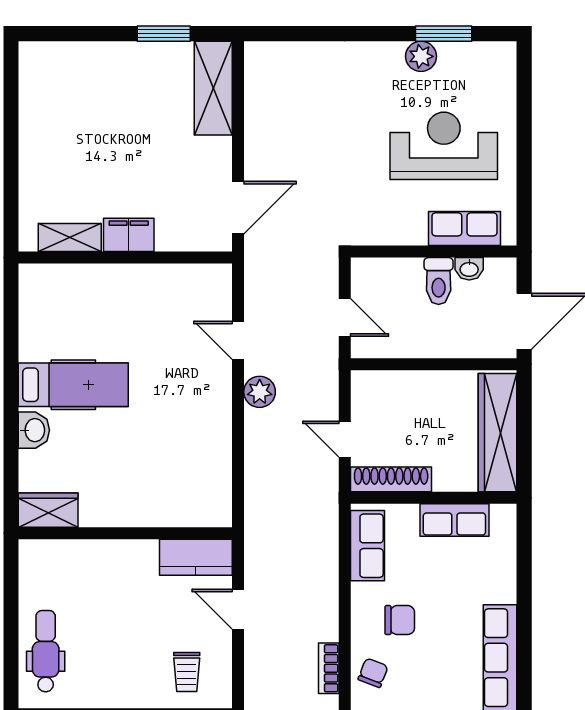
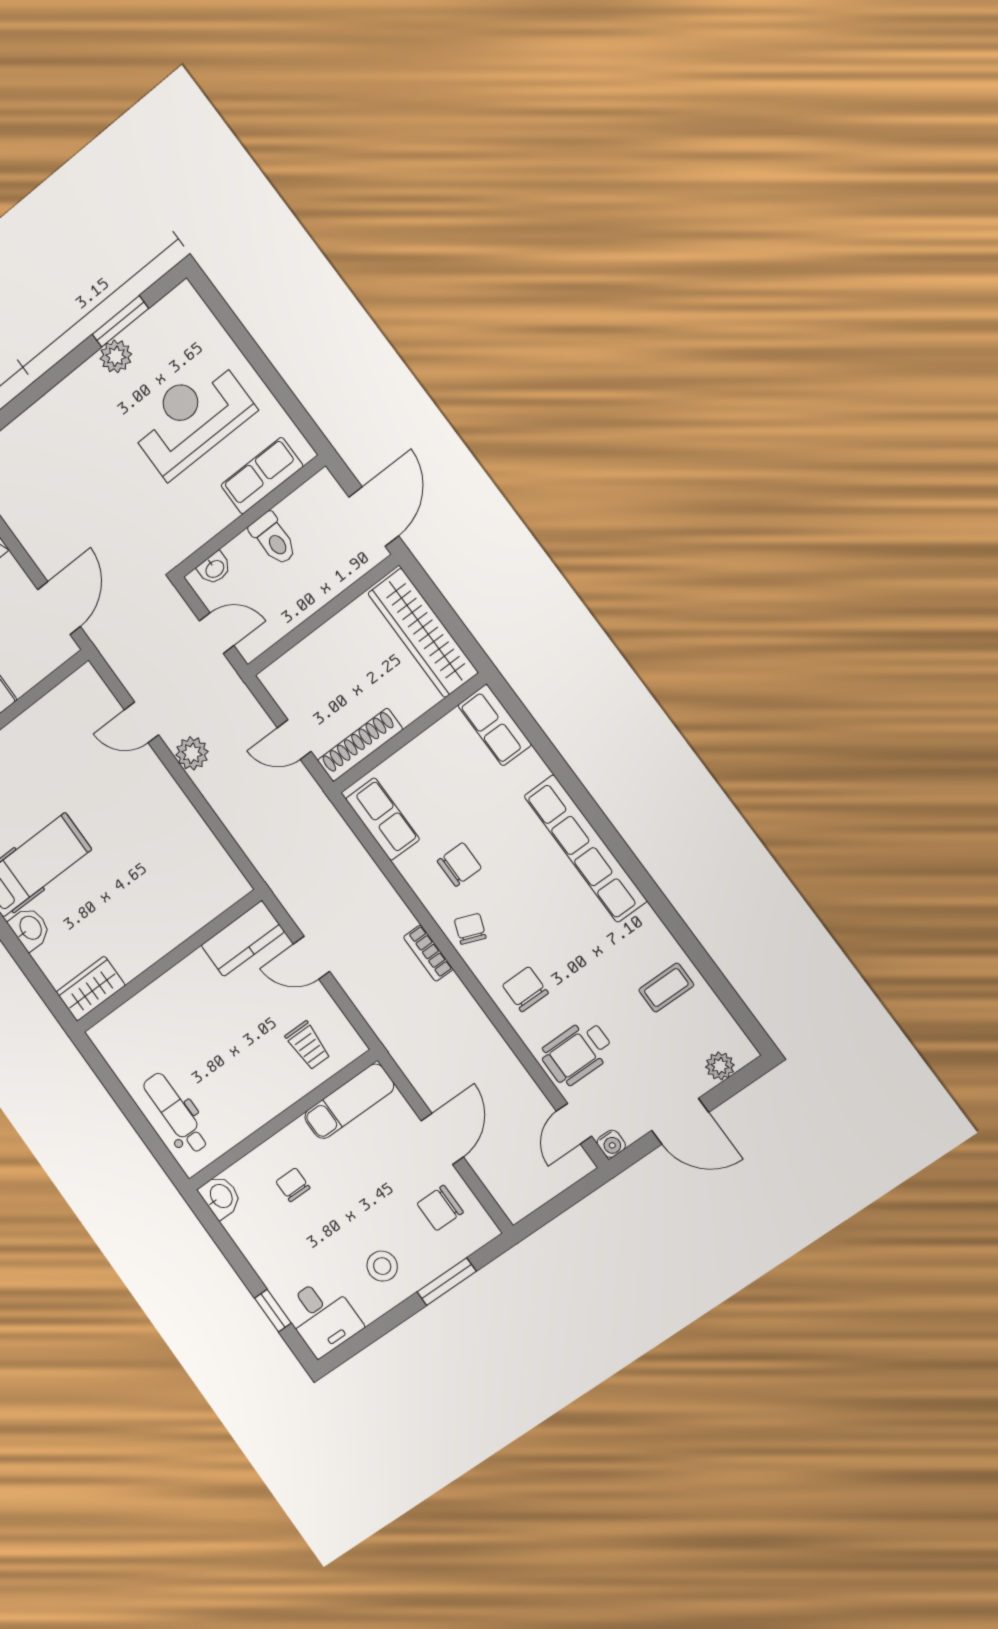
washbasin: (469, 269) -> (214, 568), moved
row of seats: (454, 520) -> (495, 725), moved, turned 90

